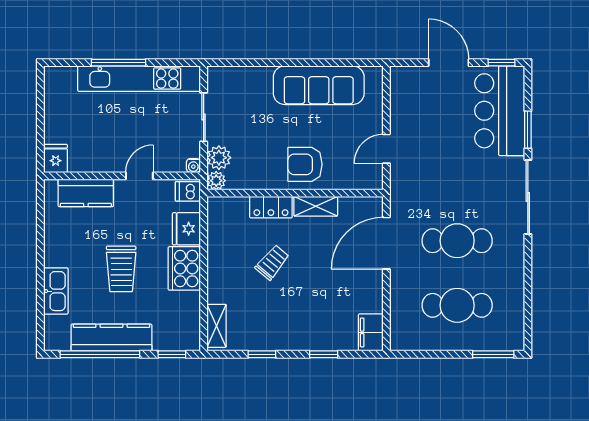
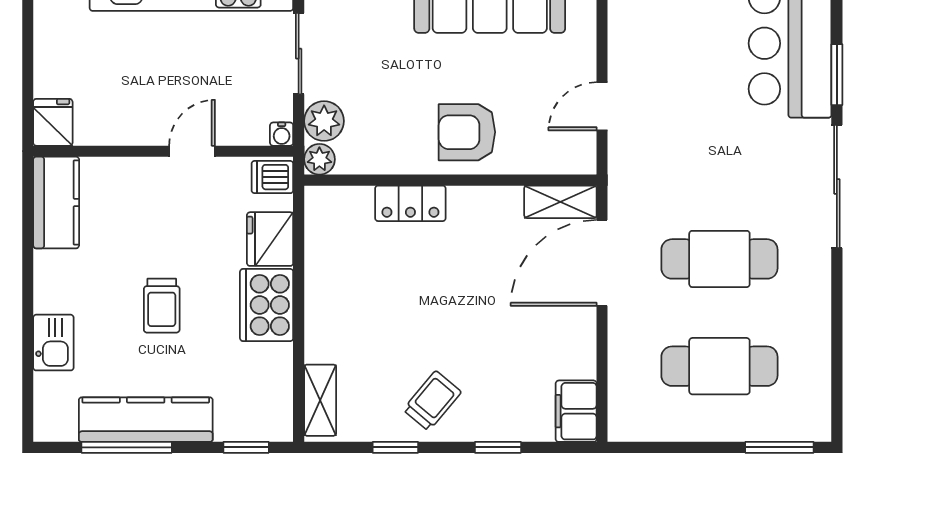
kitchen counter: (86, 193) -> (56, 202), moved, turned -90
shelving: (316, 206) -> (560, 202), moved
trolley: (272, 262) -> (432, 401), moved
trolley: (121, 269) -> (162, 306), width x0.73, depth x0.72
kitchen sink: (56, 291) -> (53, 343), width x0.73
window: (100, 354) -> (127, 447), width x0.68

